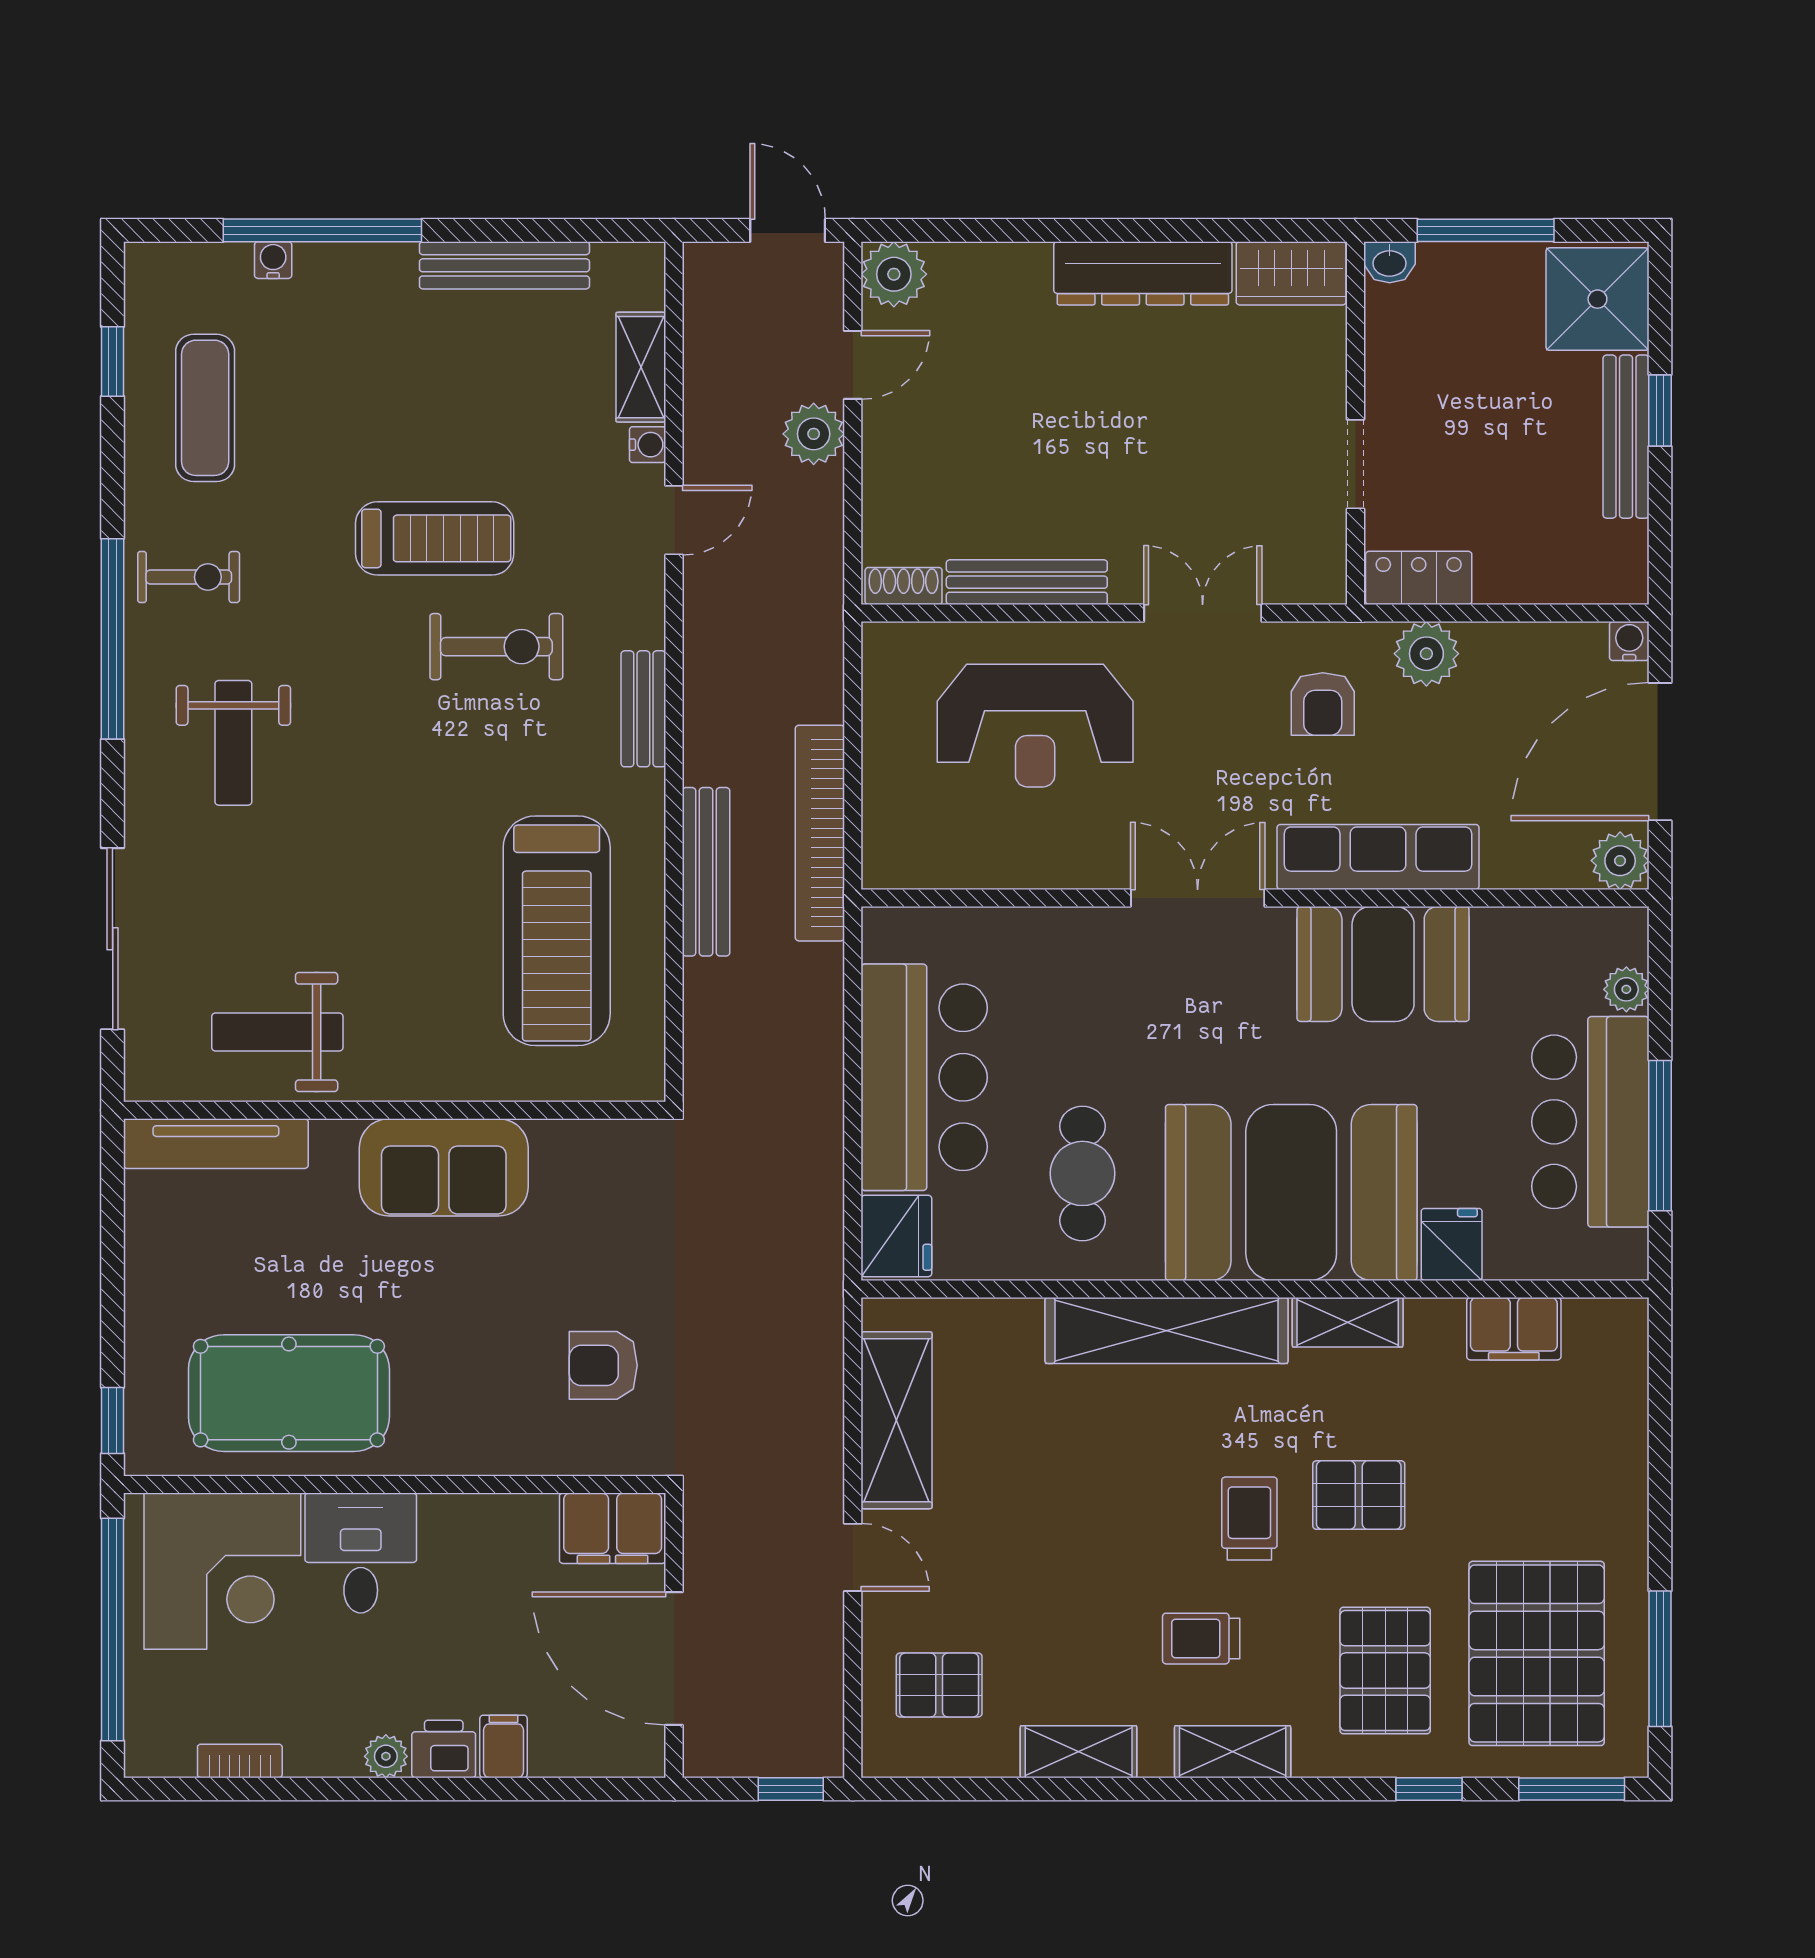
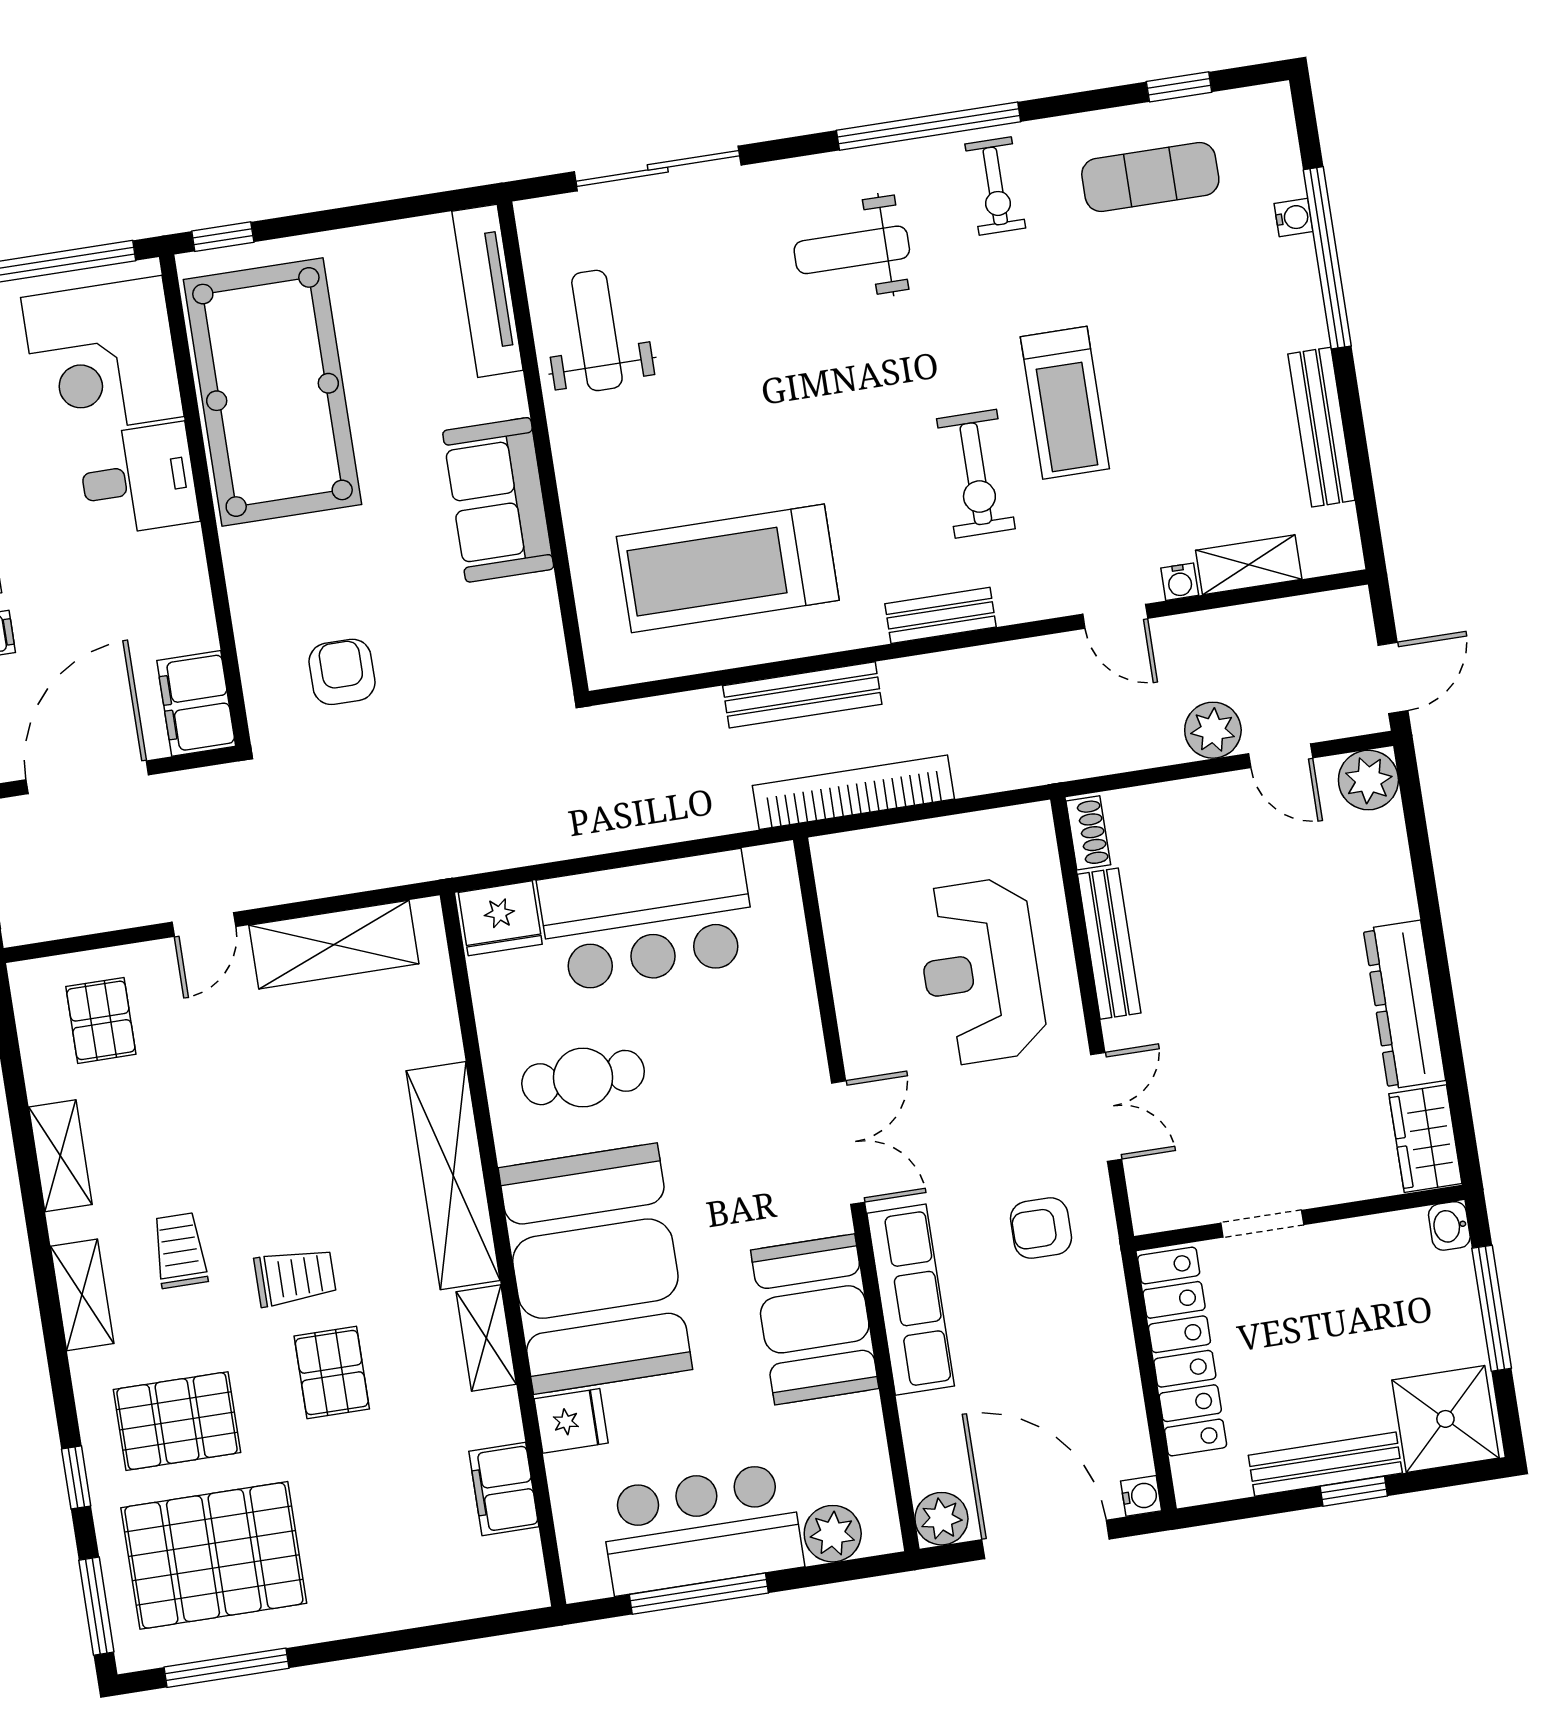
locker: (1419, 578) -> (1182, 1352), width x2.16, depth x1.21
plant: (1426, 654) -> (1101, 1315), removed
plant: (1626, 989) -> (833, 1534), width x1.38, depth x1.38
pool table: (289, 1393) -> (273, 392), width x1.36, depth x1.32

